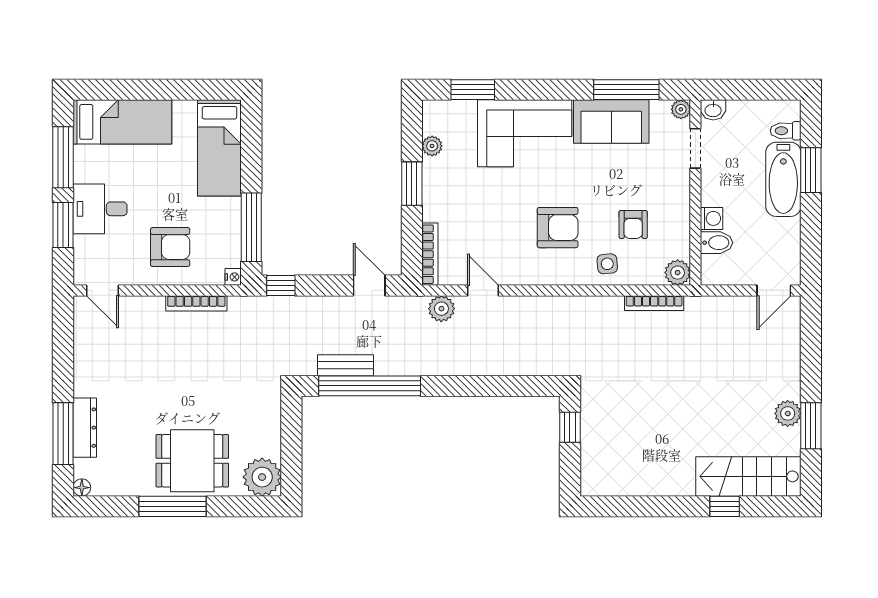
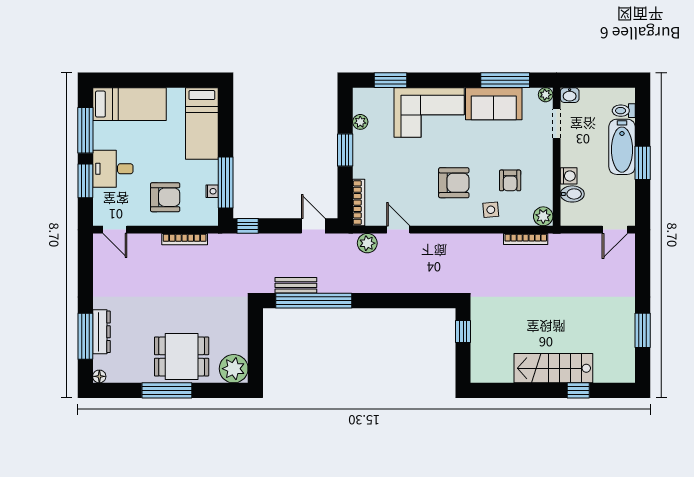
window: (811, 170) -> (643, 163), moved
nightstand: (233, 277) -> (212, 191), moved
plant: (788, 413) -> (625, 321), removed
stairs: (748, 476) -> (553, 368), moved

